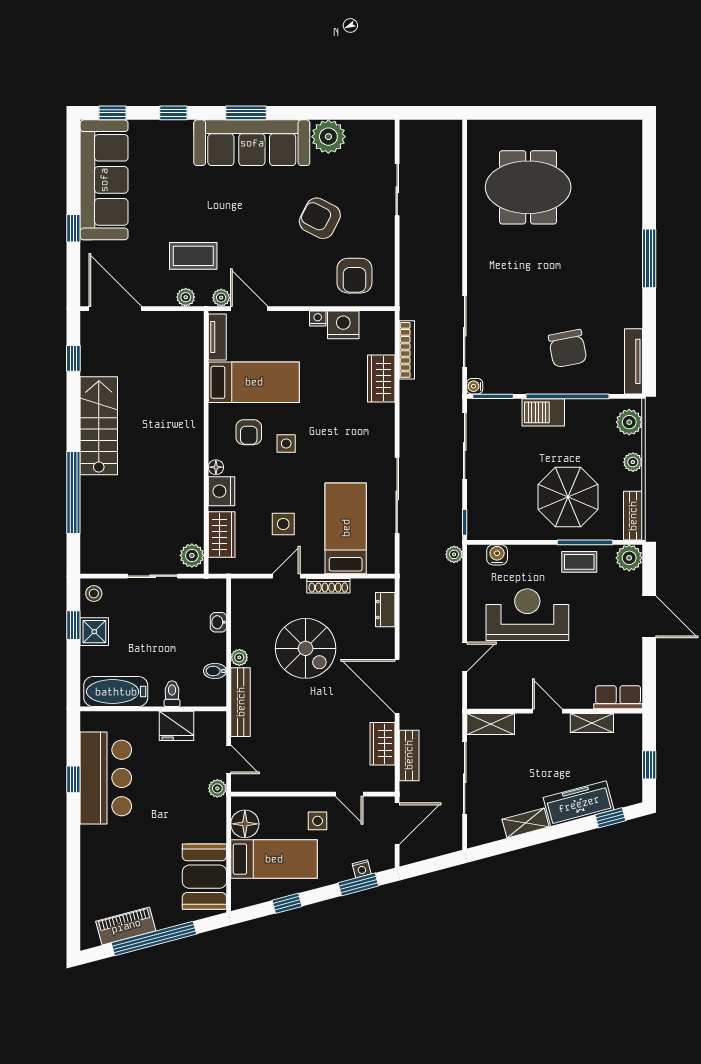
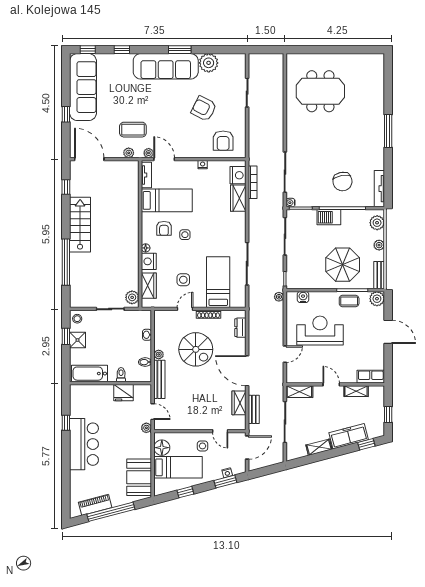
window: (246, 113) -> (180, 50), moved
nightstand: (343, 325) -> (238, 175), moved, turned 90
bar counter: (106, 778) -> (84, 444), moved

